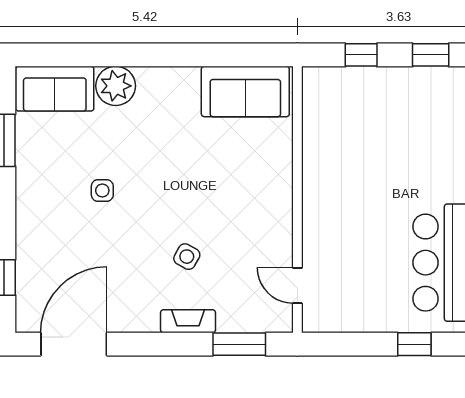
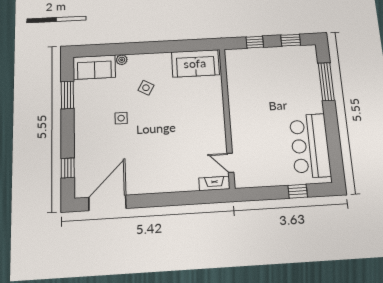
plant: (116, 86) -> (122, 60), width x0.53, depth x0.53
side table: (187, 257) -> (146, 88), moved
fireplace: (188, 321) -> (214, 183), moved
window: (239, 344) -> (200, 197), removed

